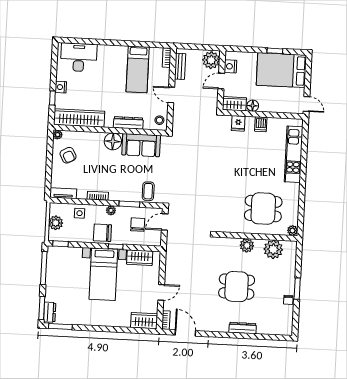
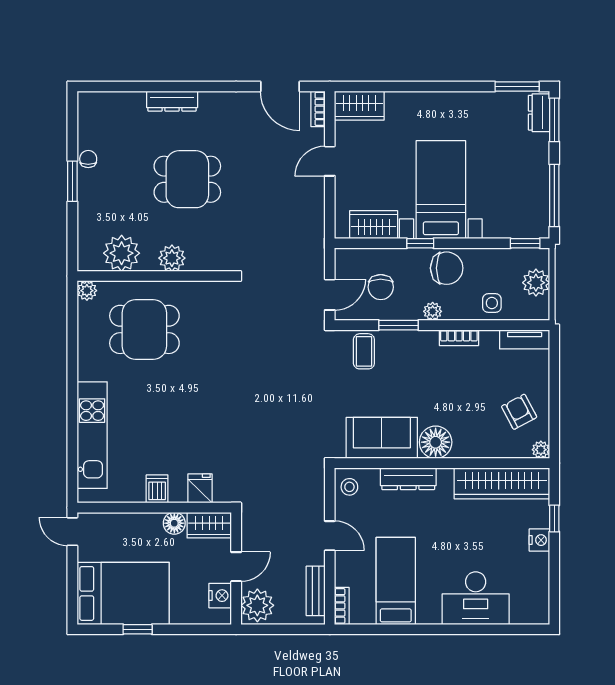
desk: (79, 57) -> (476, 598), moved

